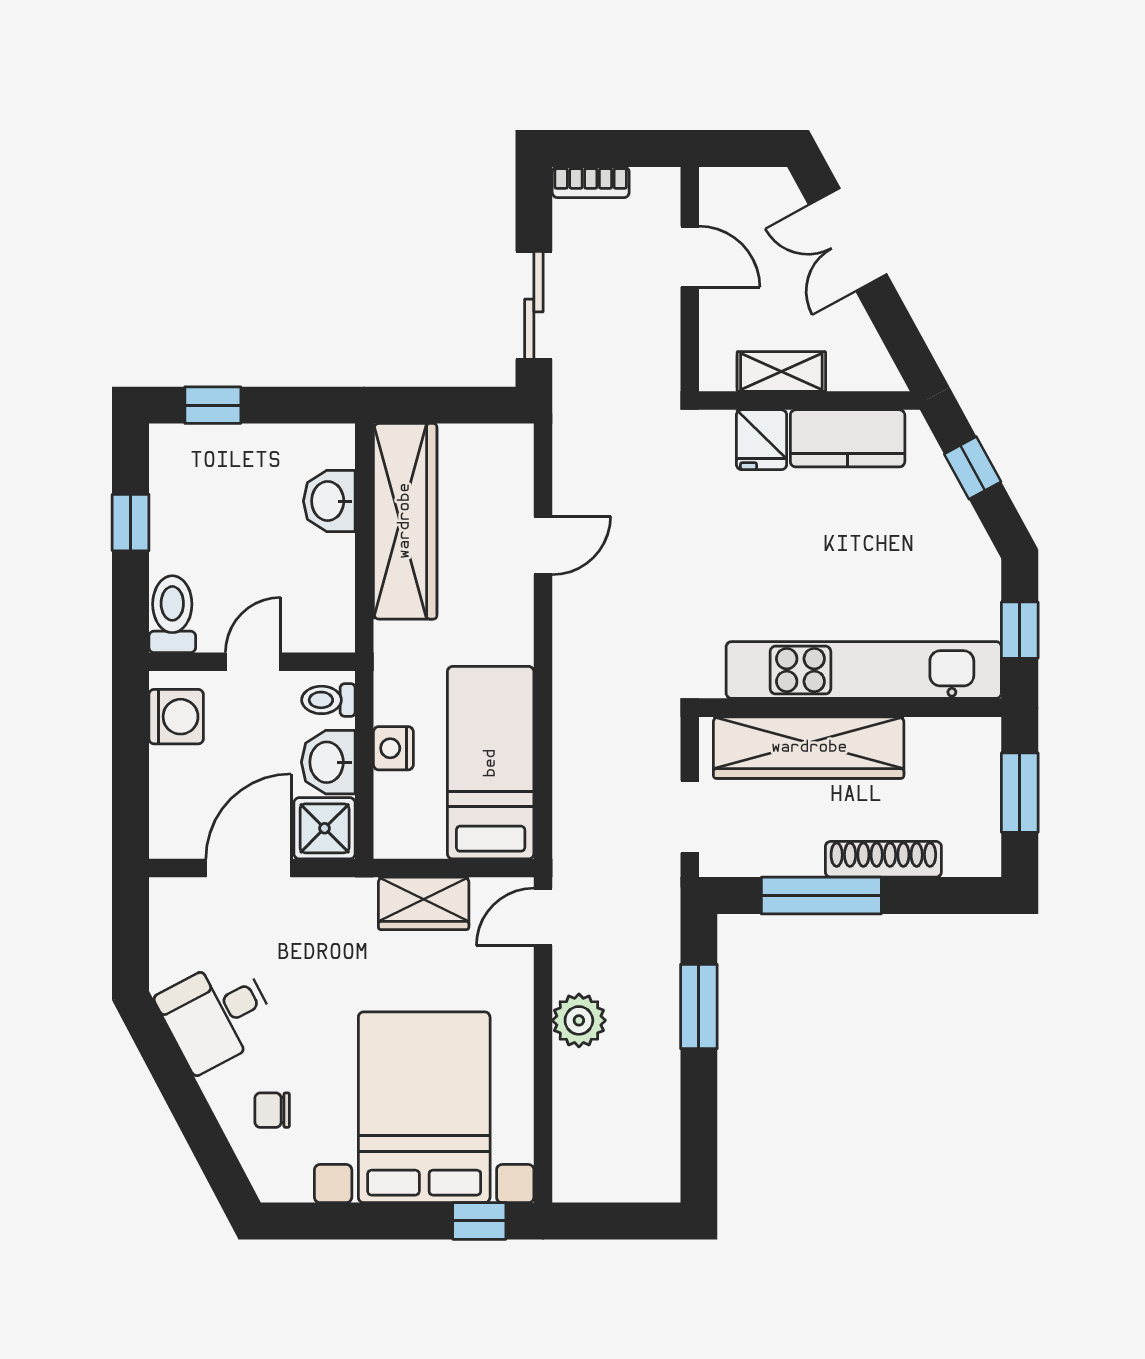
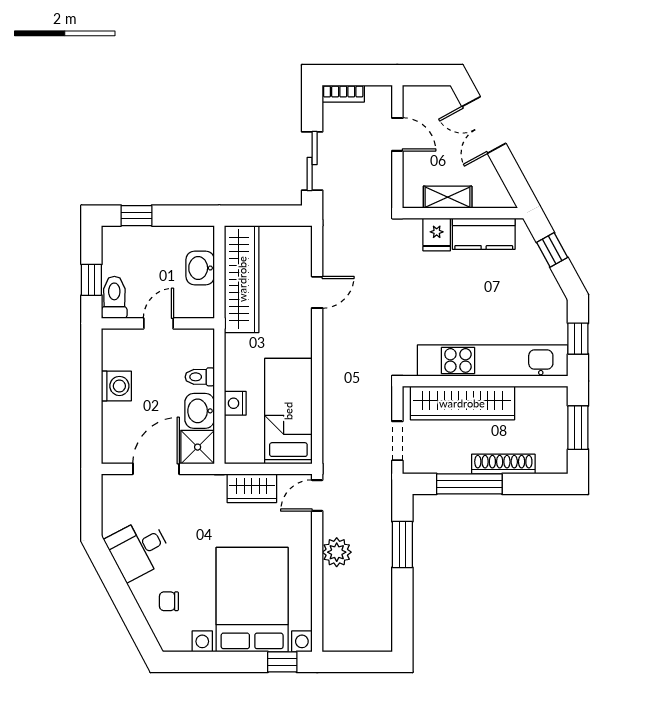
toilet: (172, 614) -> (114, 297), moved
wall: (252, 662) -> (158, 323), moved
door: (253, 662) -> (158, 323), moved

